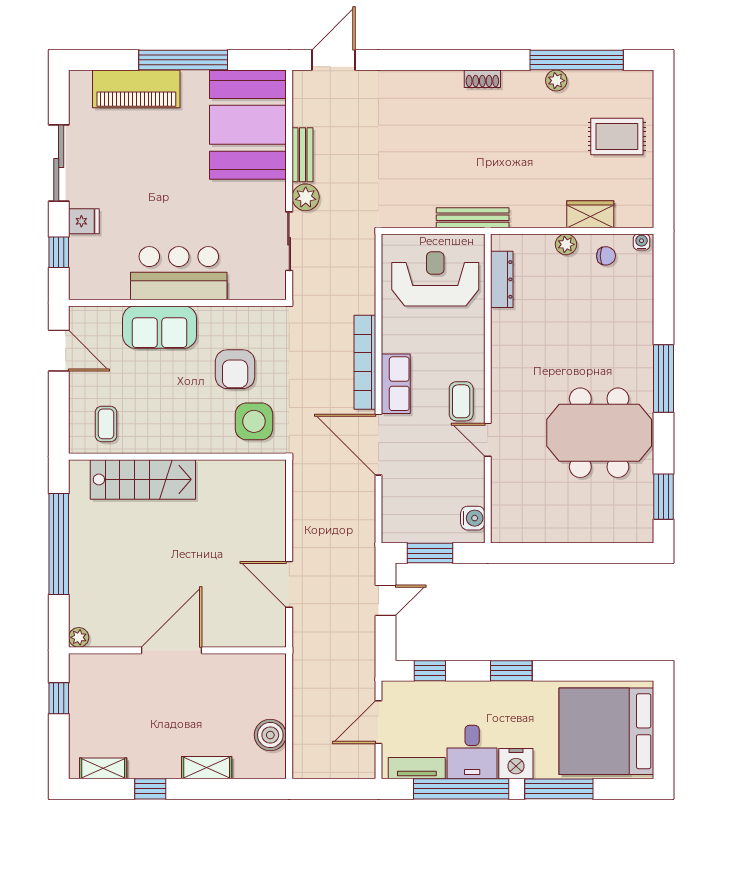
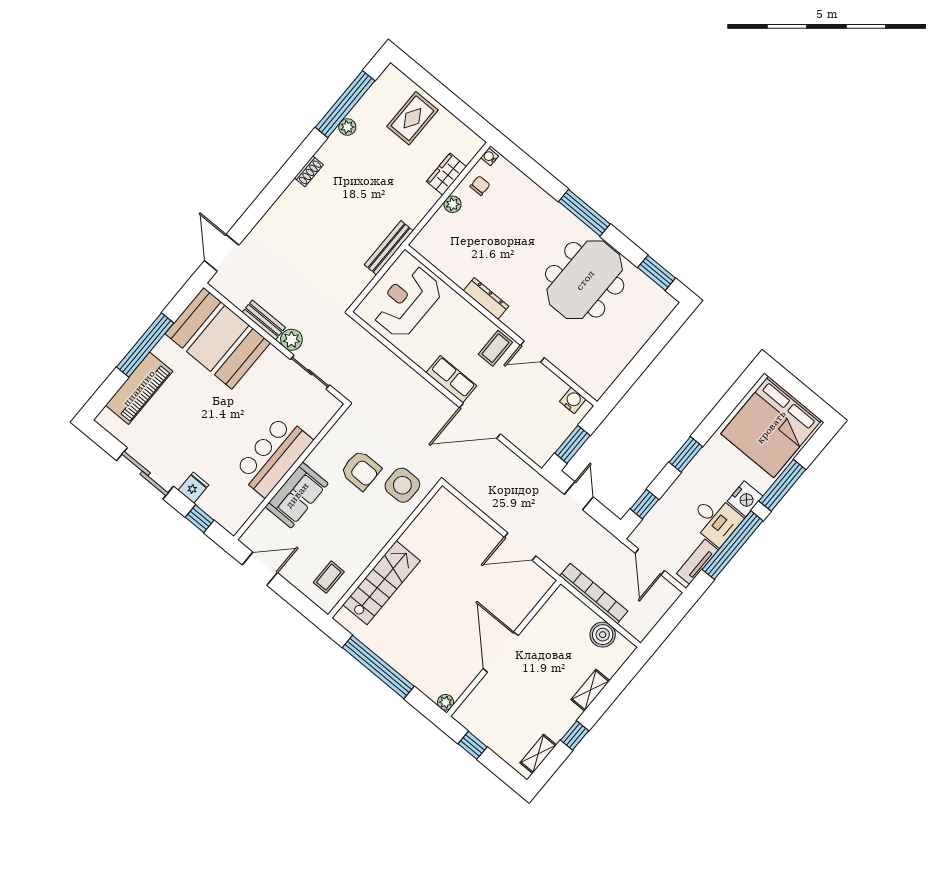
dresser: (502, 279) -> (486, 298), moved
bookcase: (365, 362) -> (594, 594), moved, turned 180
coffee table: (461, 401) -> (495, 348), turned 90
coffee table: (106, 424) -> (329, 577), turned 90

